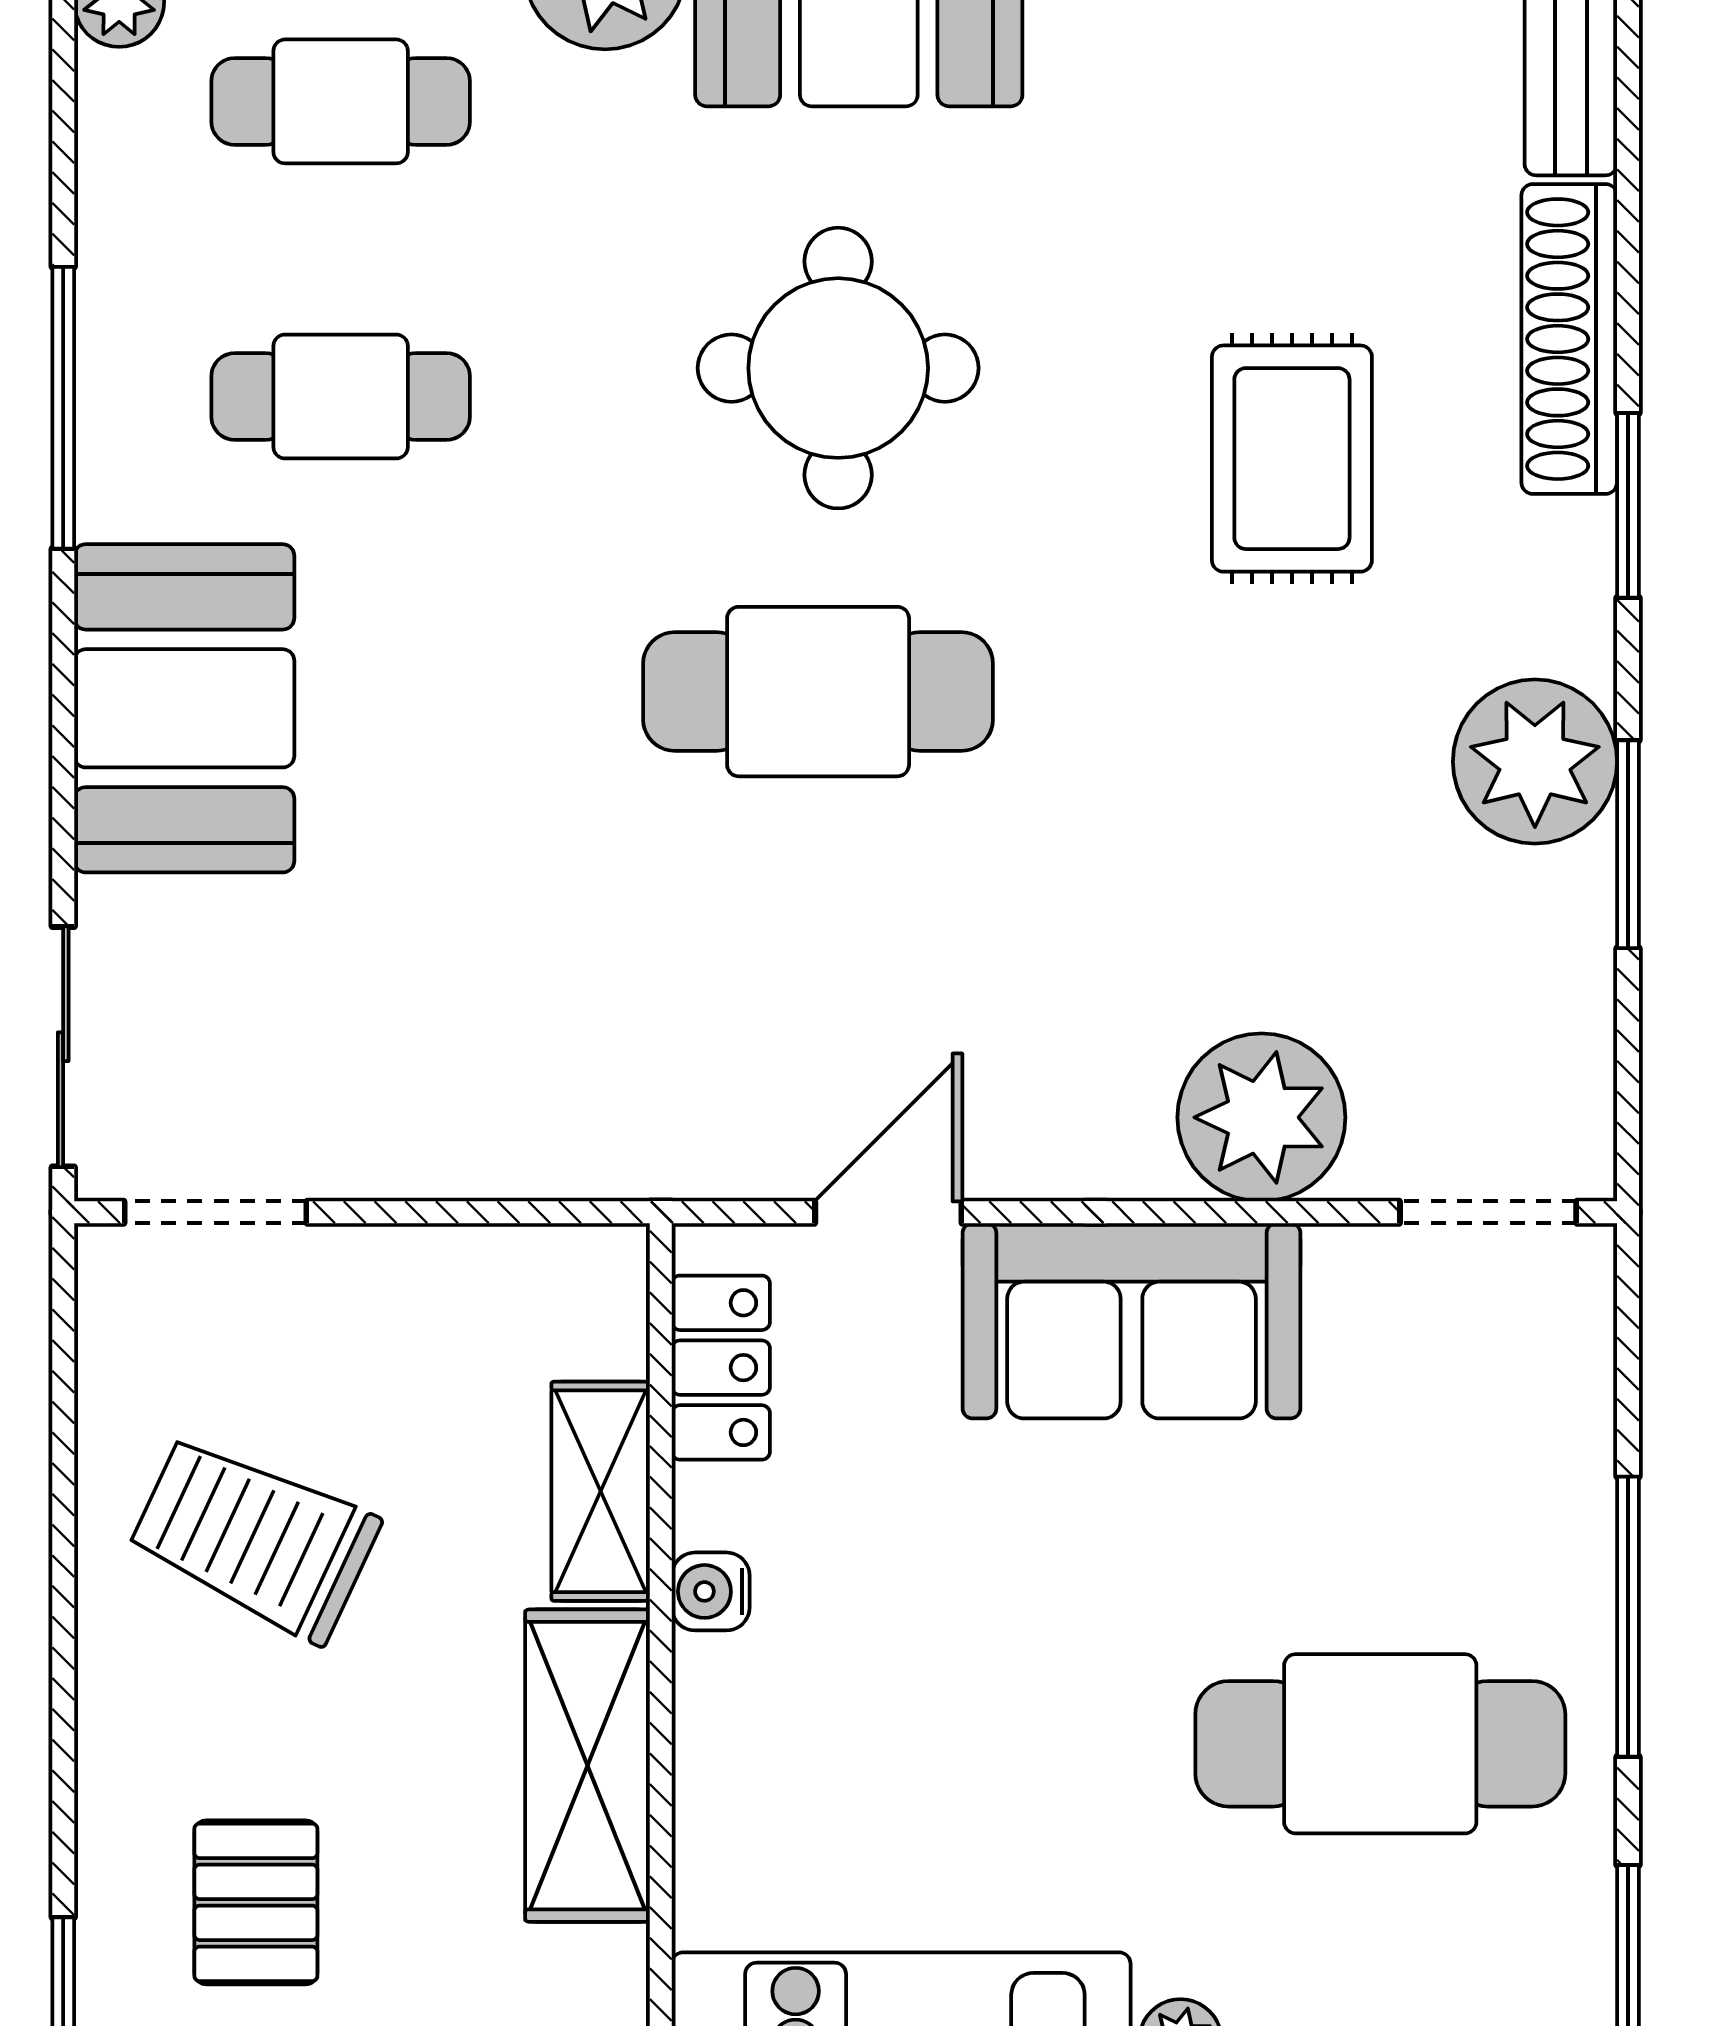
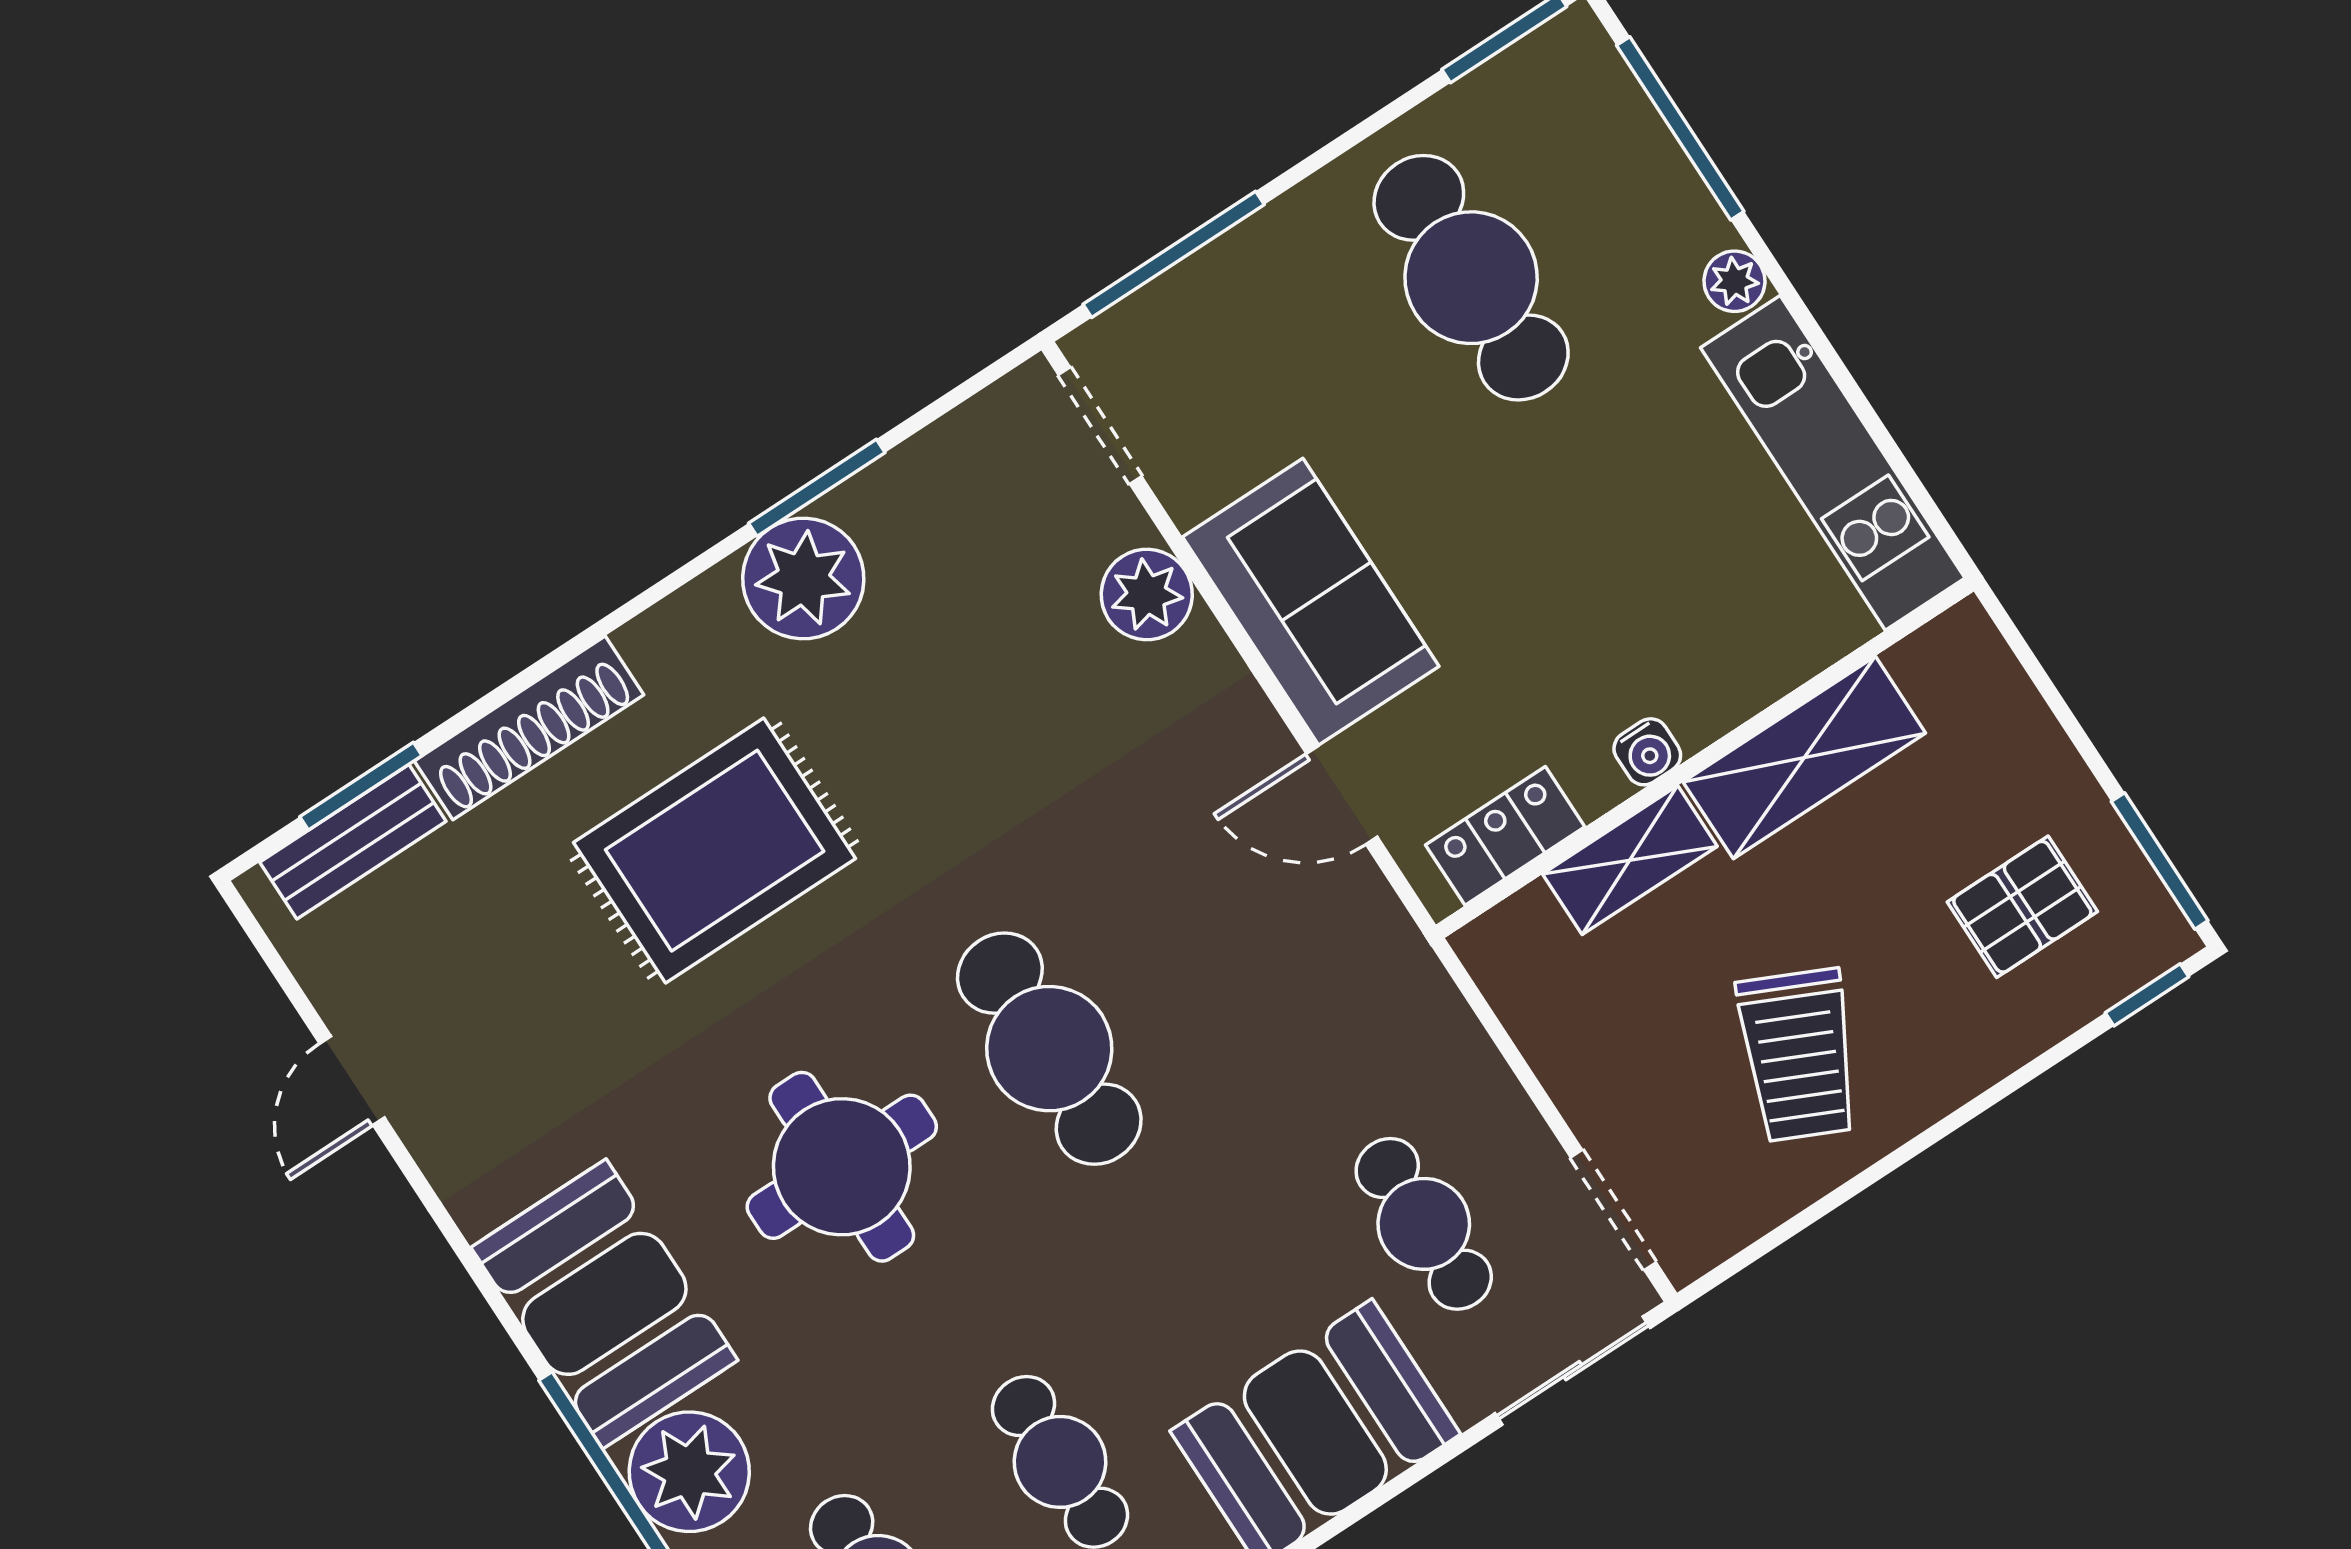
rug: (1292, 459) -> (715, 851), width x1.36, depth x1.43
window: (1628, 505) -> (361, 786), moved
cafe table: (341, 987) -> (1424, 1224), added
plant: (1261, 1117) -> (1147, 595), width x0.73, depth x0.73
window: (1628, 1617) -> (1174, 254), moved

